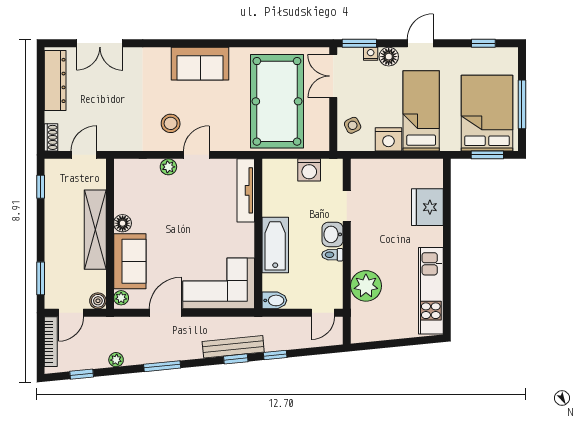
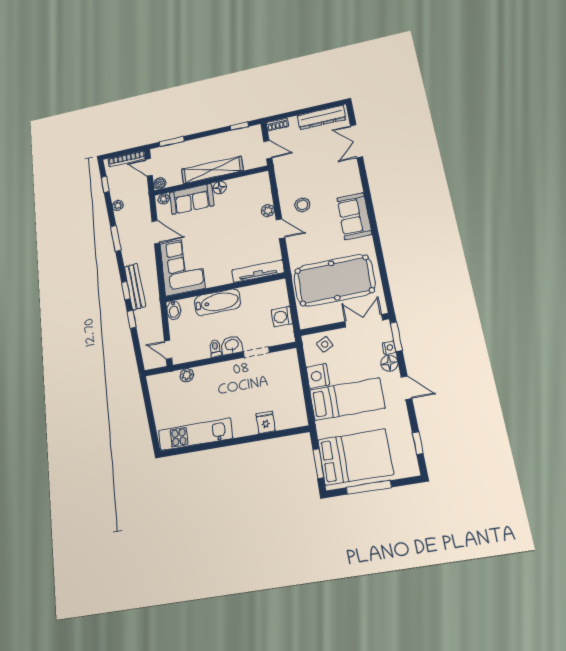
fridge: (427, 207) -> (266, 422), width x0.53, depth x0.75
plant: (366, 286) -> (187, 375), width x0.53, depth x0.53

